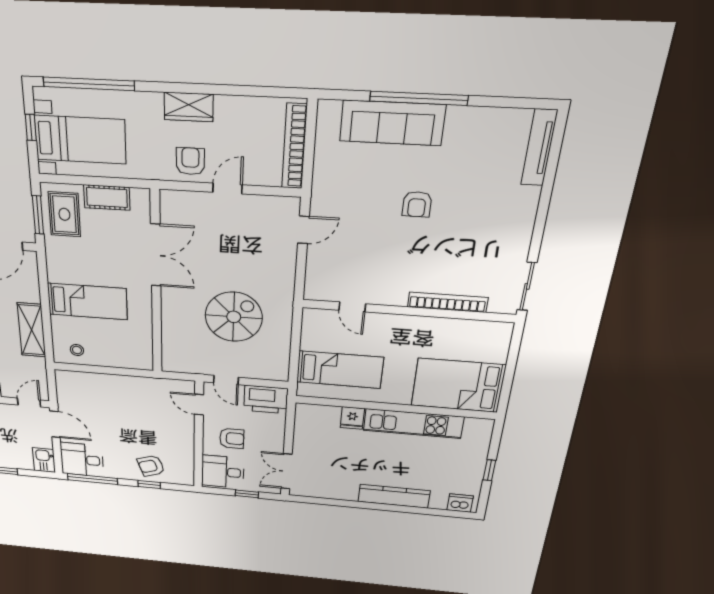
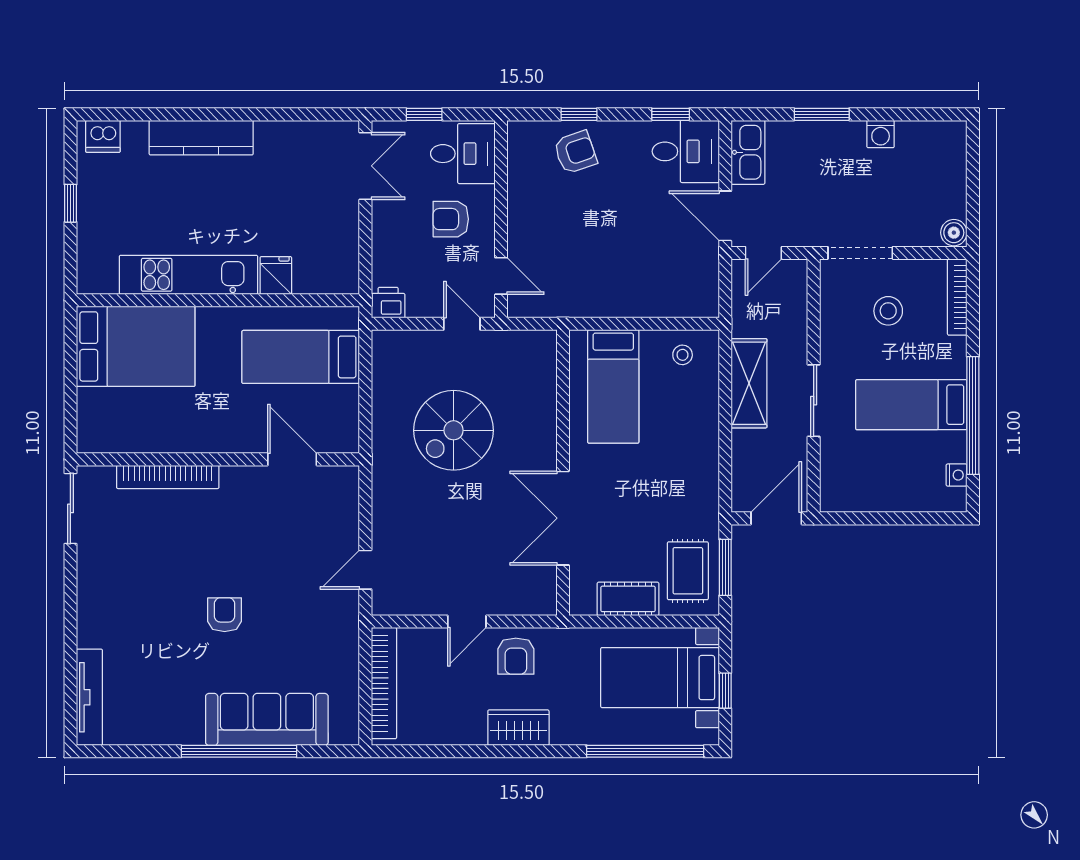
bed: (87, 301) -> (613, 386), moved, turned -90
door: (352, 307) -> (292, 459), width x1.38
printer: (266, 399) -> (388, 303), width x0.53, depth x0.68
kitchen sink: (44, 460) -> (748, 152), width x1.38
window: (92, 479) -> (671, 114), width x0.46

